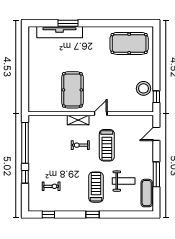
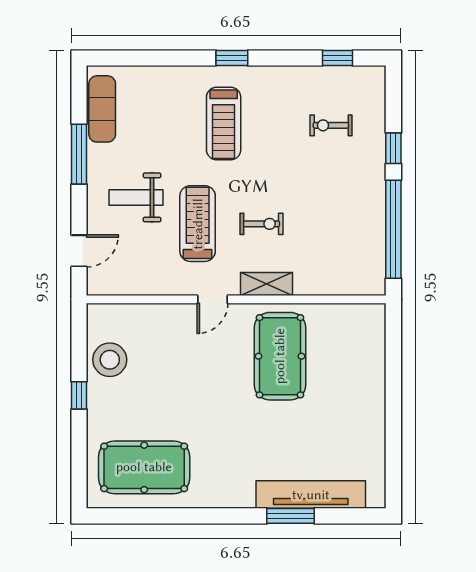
window: (156, 97) -> (79, 395), moved
weight bench: (124, 181) -> (136, 197), moved

